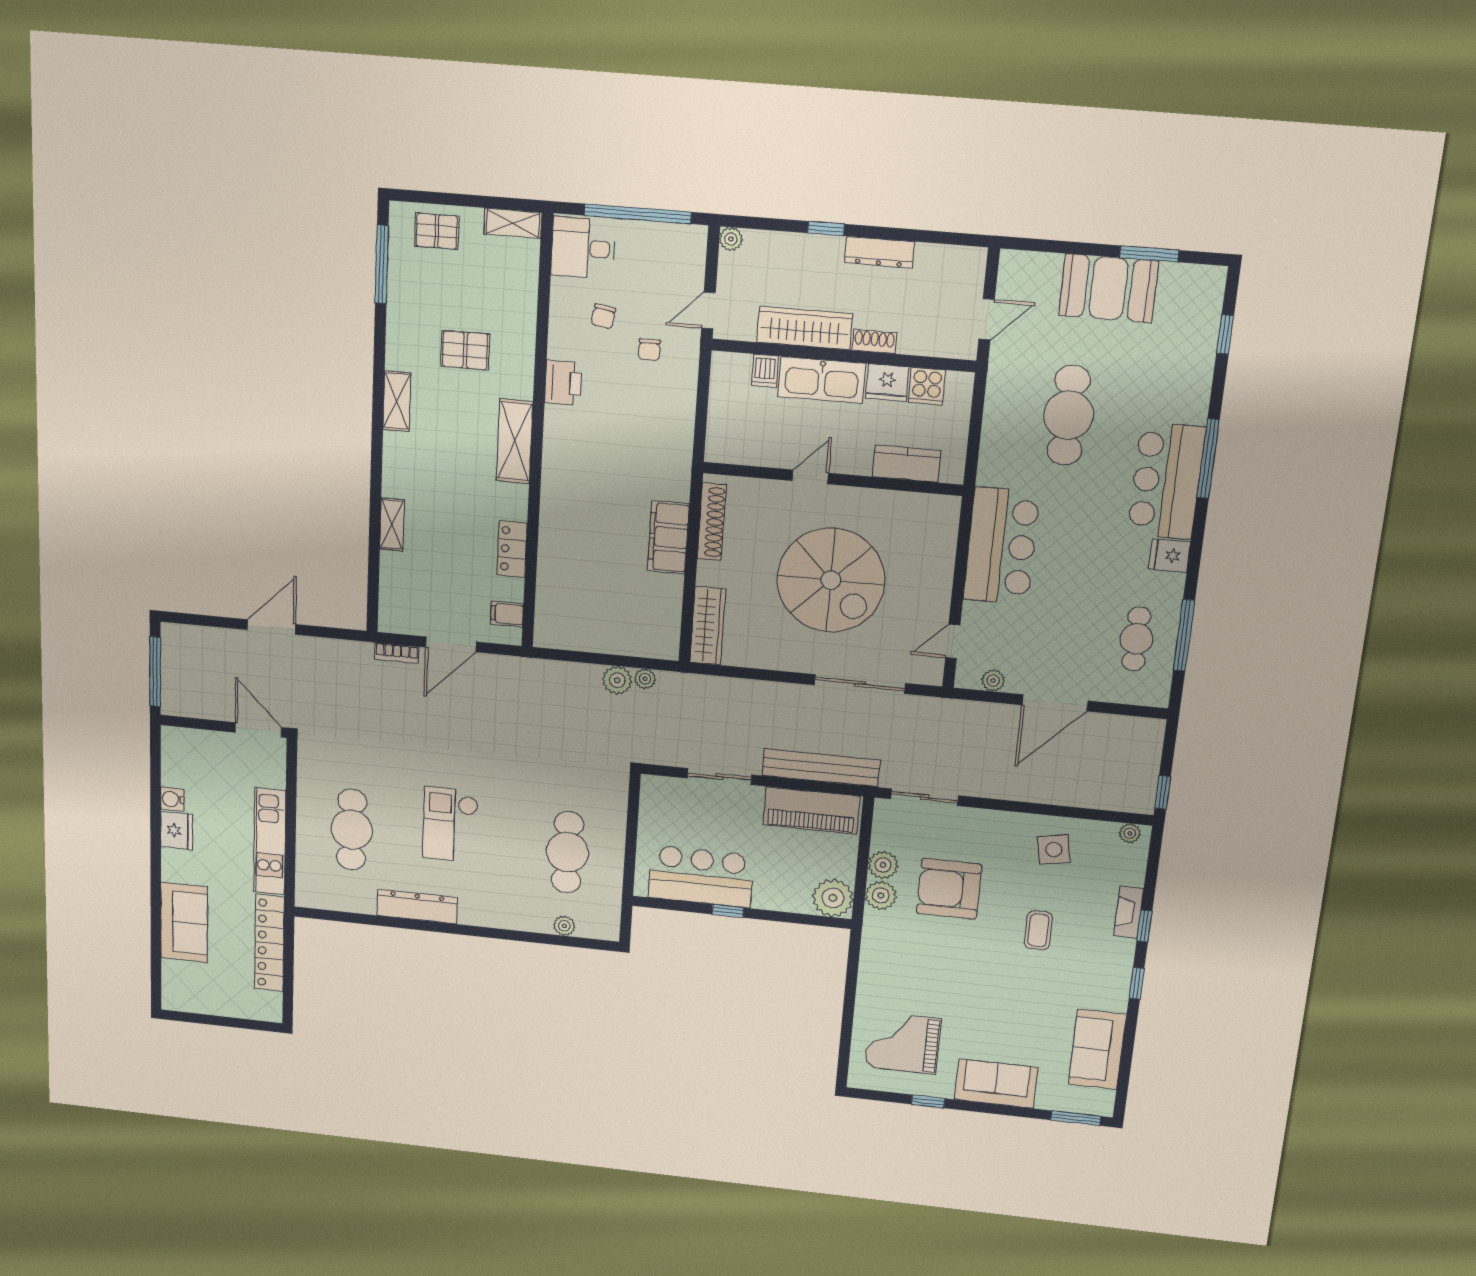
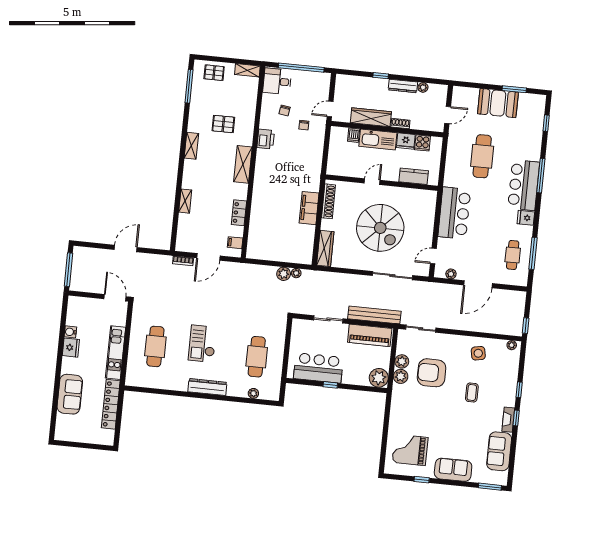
plant: (731, 239) -> (423, 87), moved
dresser: (417, 907) -> (207, 387), moved
fireplace: (1129, 912) -> (508, 420), moved

